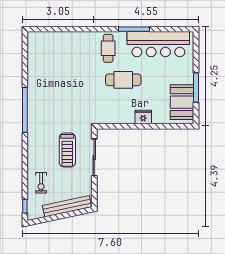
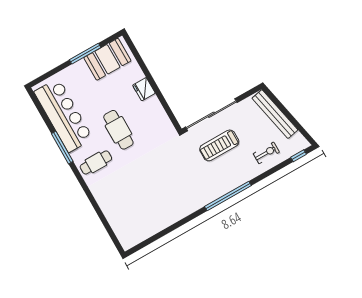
window: (25, 110) -> (228, 196), moved
treadmill: (67, 150) -> (219, 145), turned 180
sliding door: (94, 157) -> (211, 115), width x1.36

